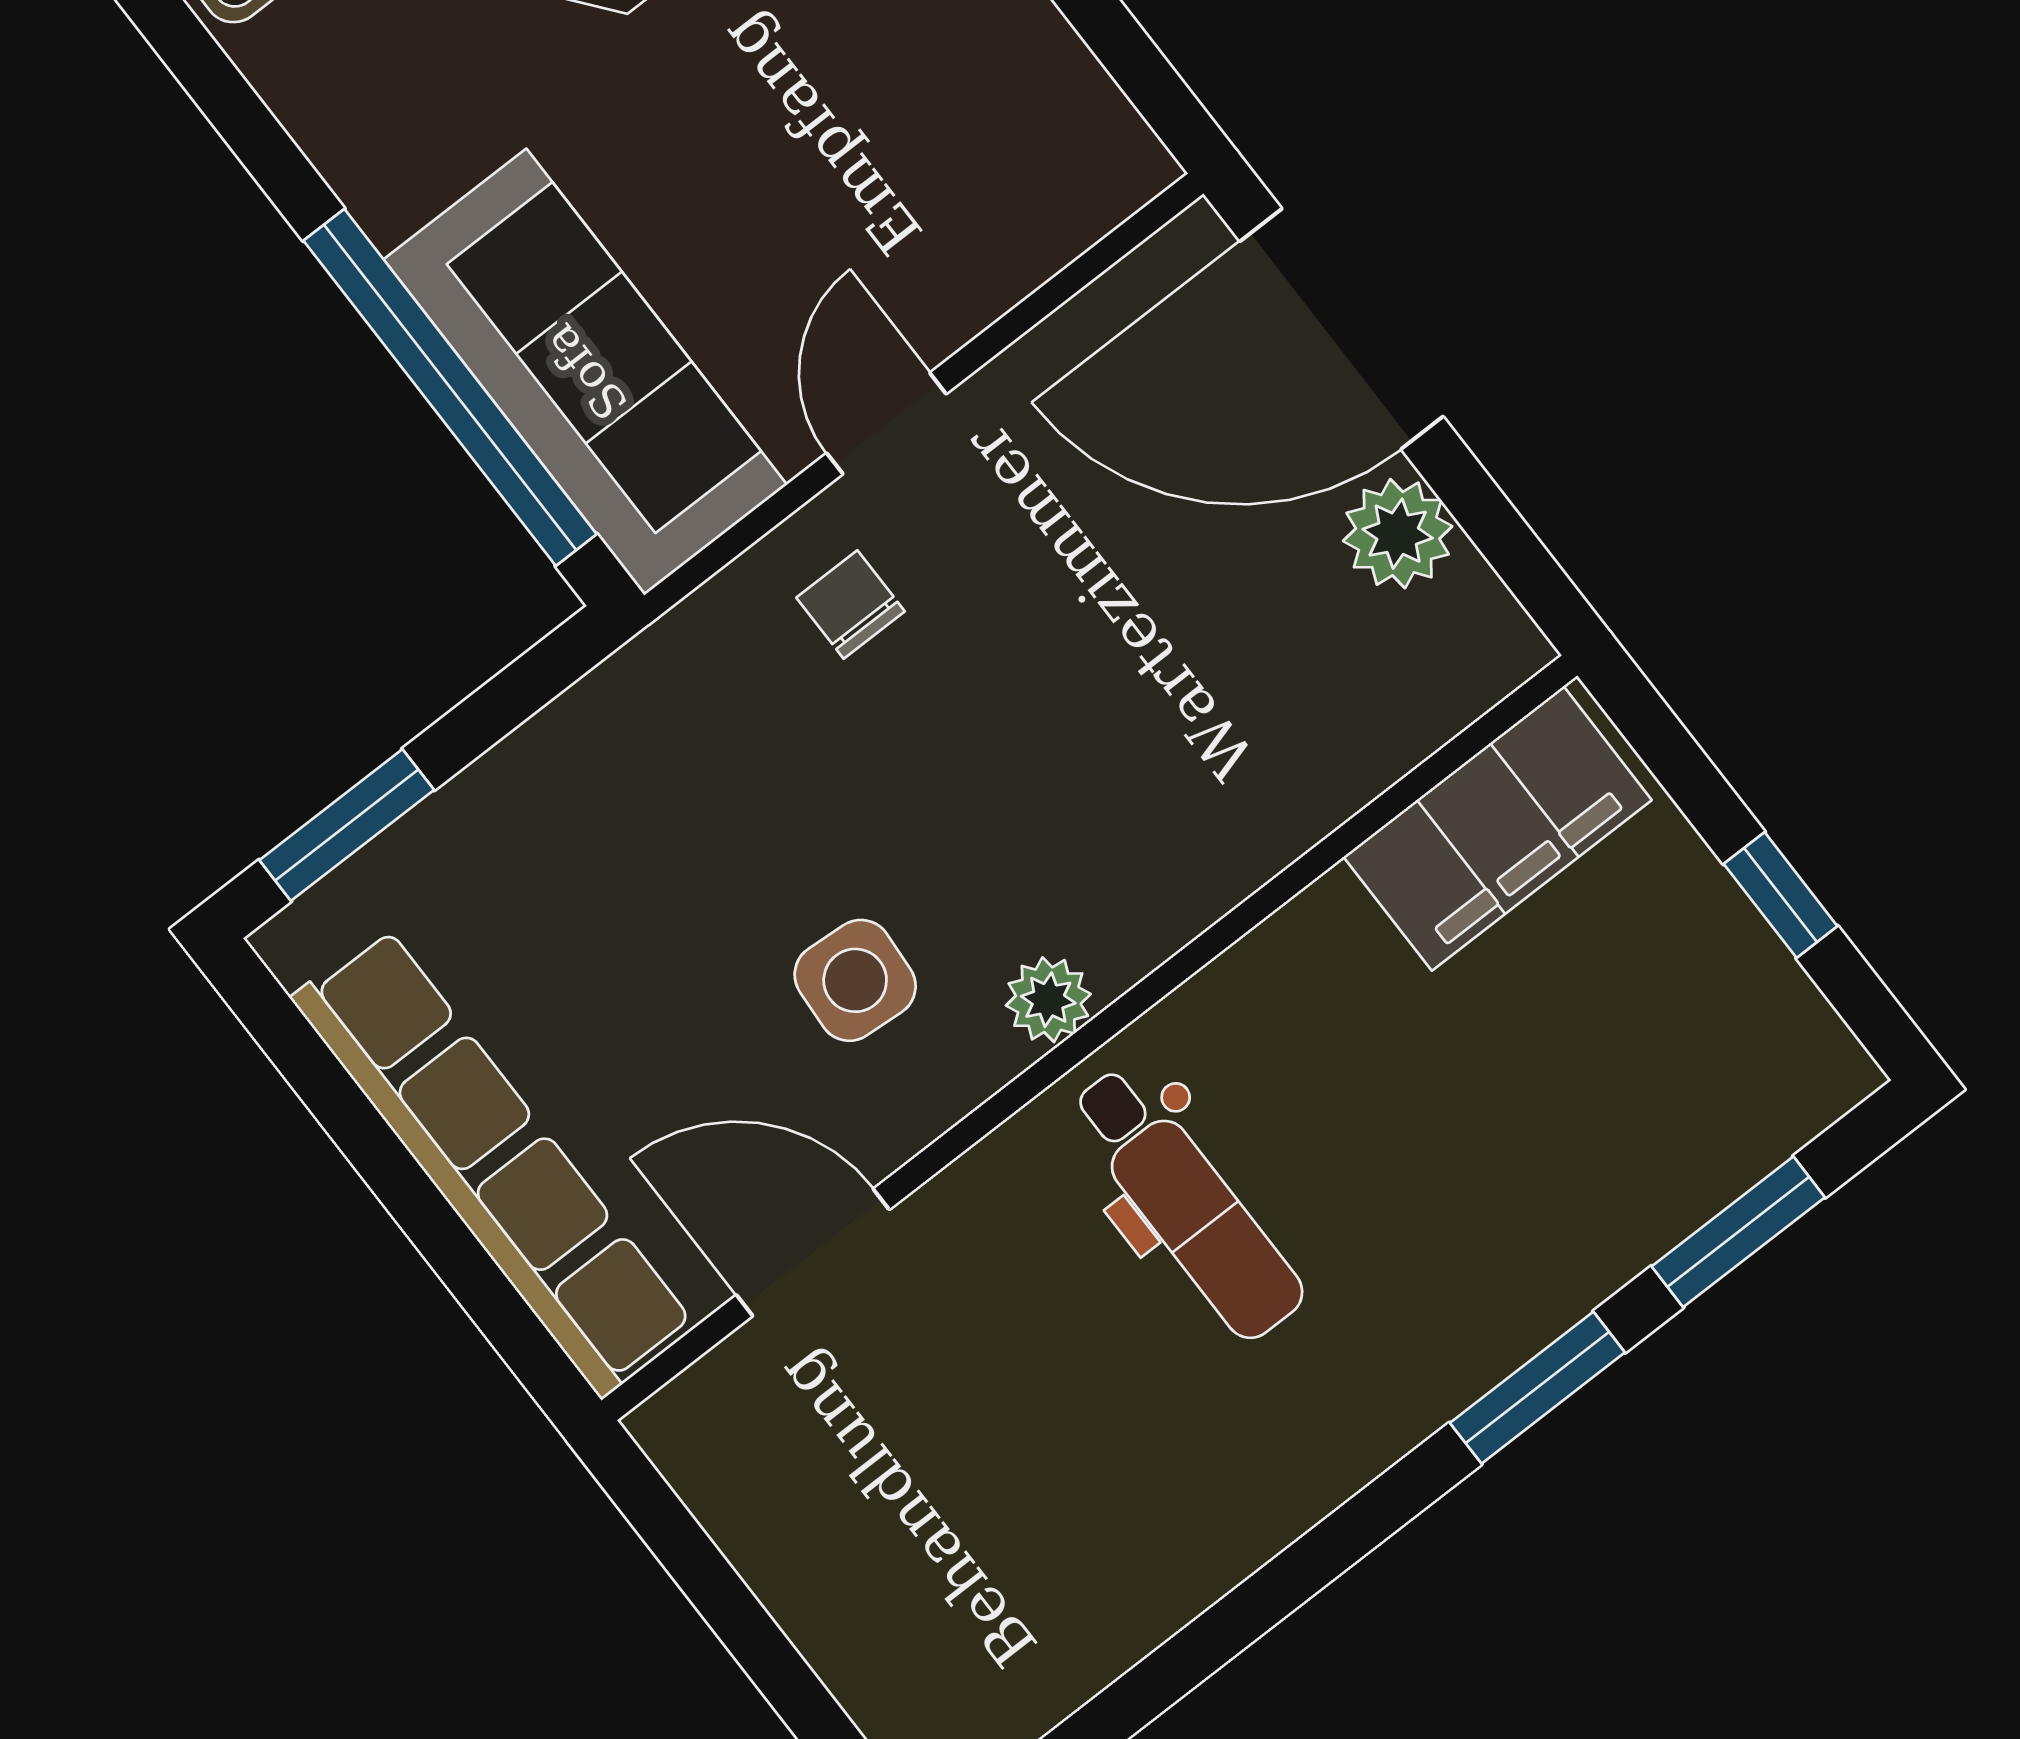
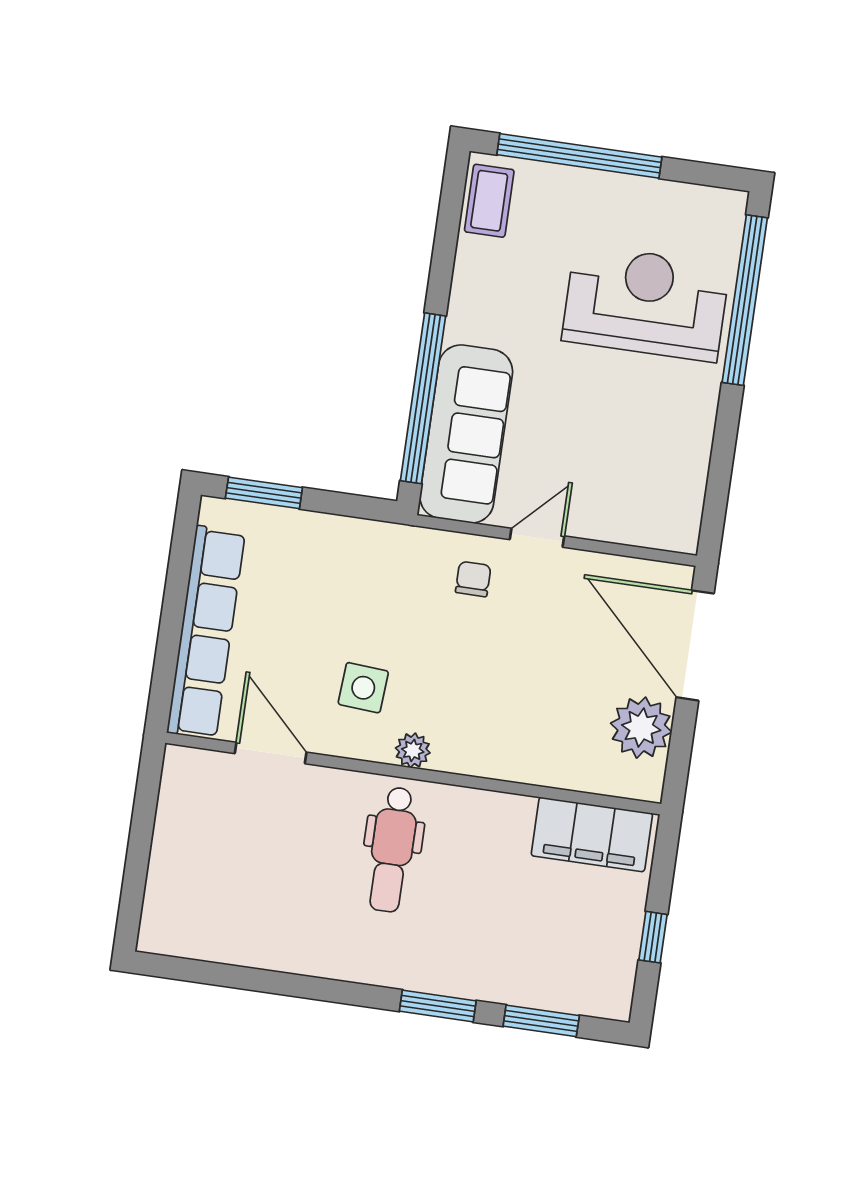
plant: (1398, 534) -> (641, 728), width x1.36, depth x1.36

